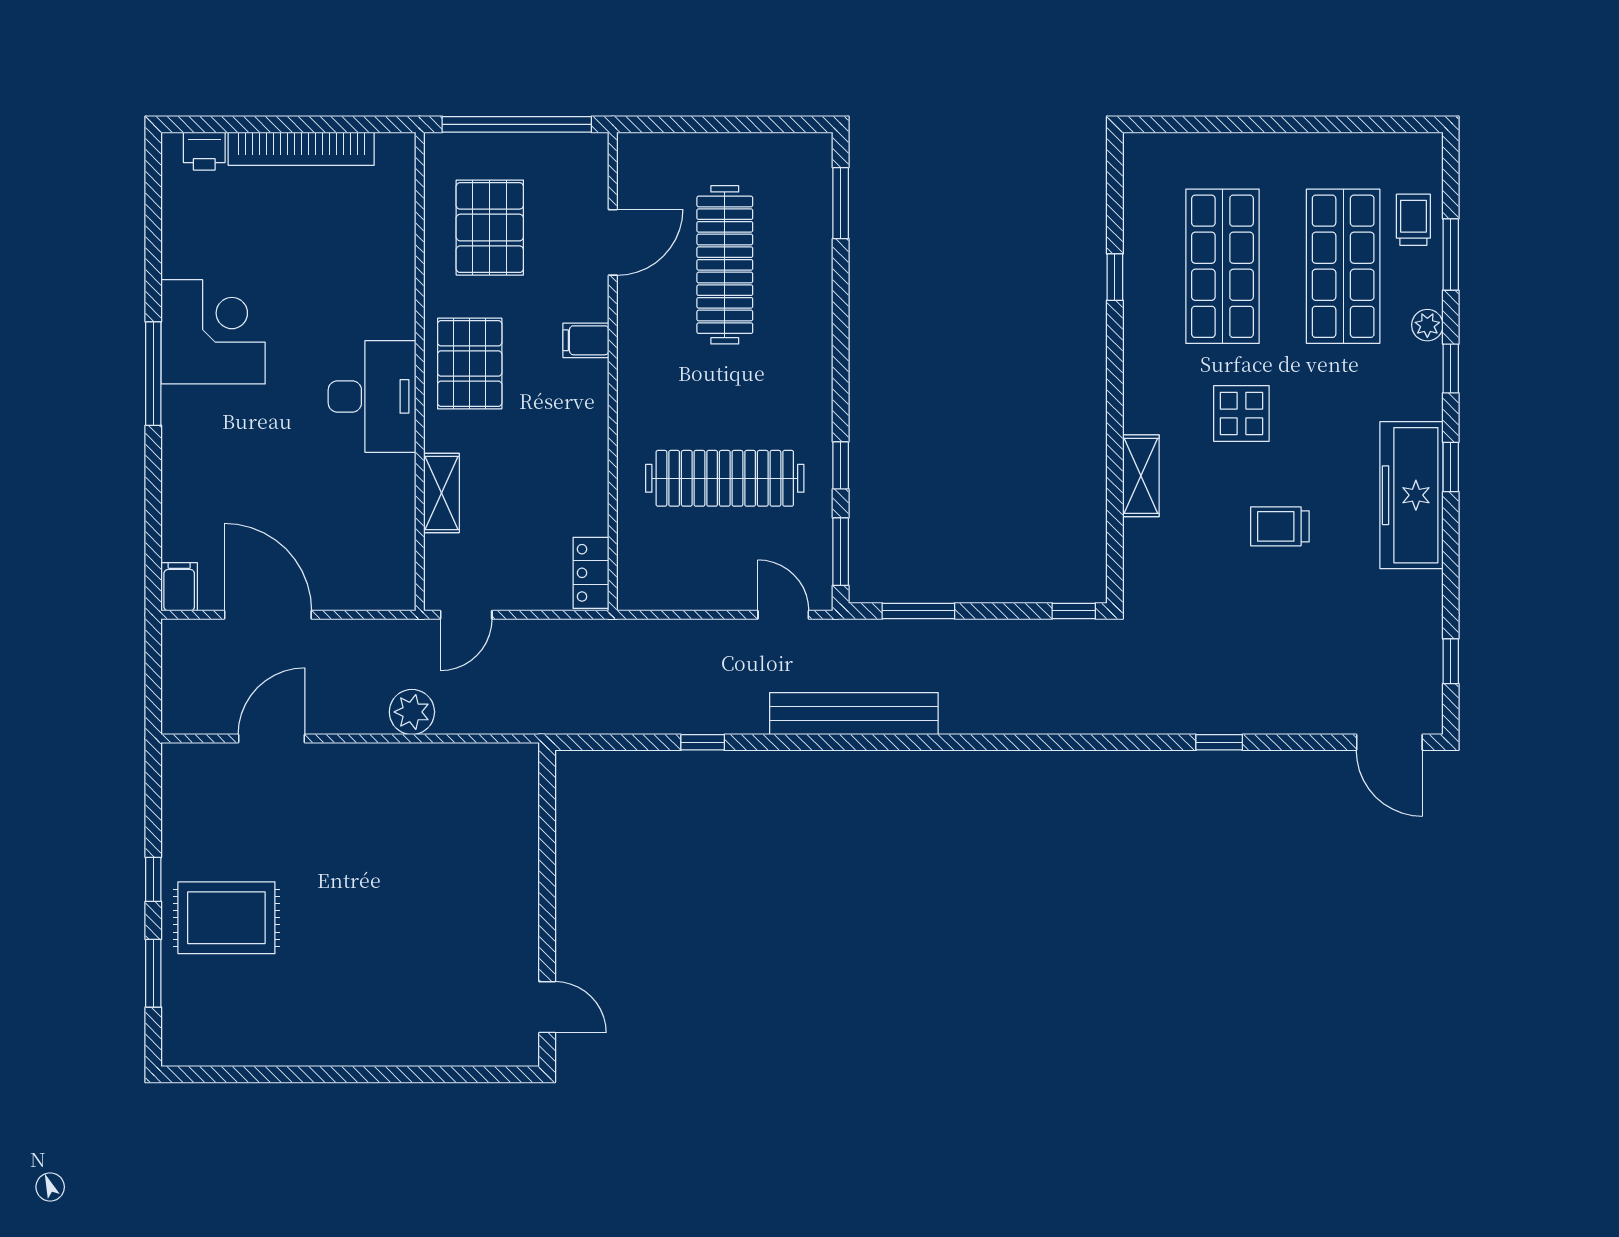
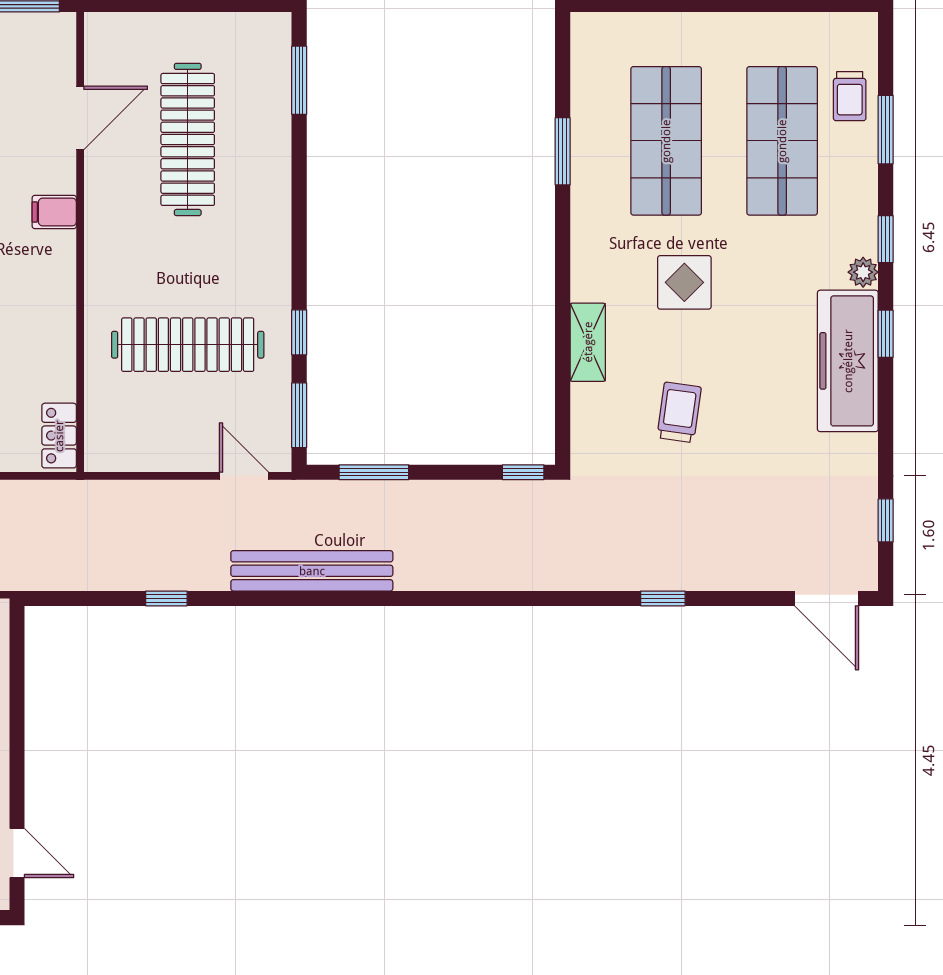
trolley: (1413, 220) -> (850, 96), turned 180
window: (1115, 277) -> (563, 151), width x1.50
plant: (1427, 325) -> (863, 272), moved
trolley: (1280, 526) -> (679, 412), moved, turned 98

